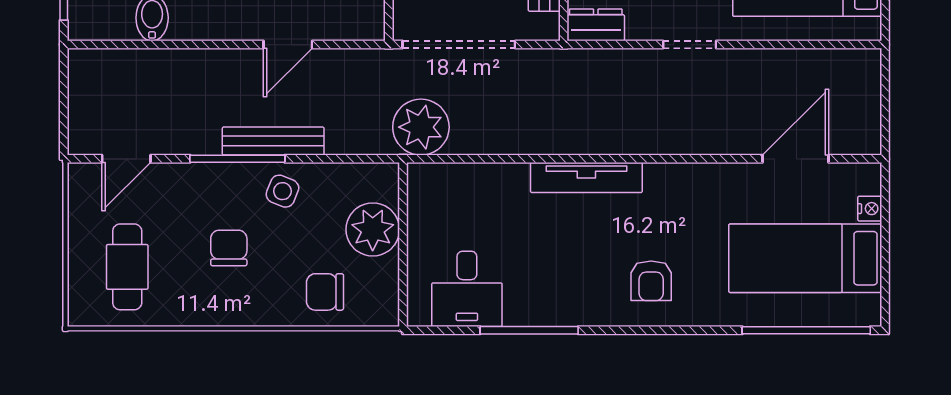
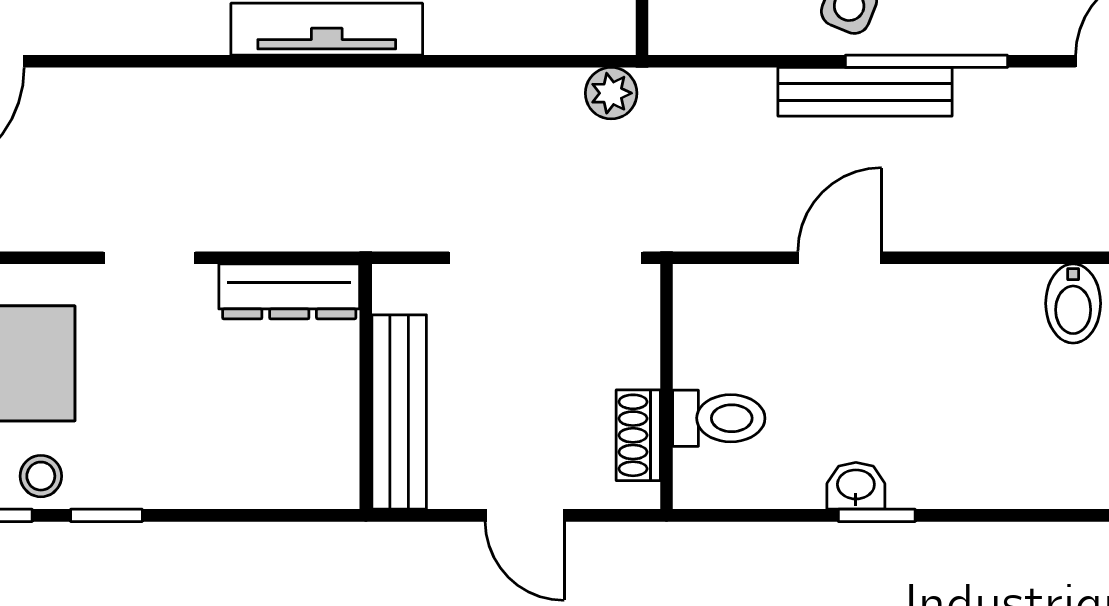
dresser: (596, 25) -> (289, 291), width x1.44
plant: (421, 127) -> (611, 93), width x0.53, depth x0.53

